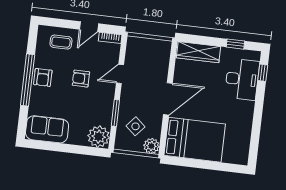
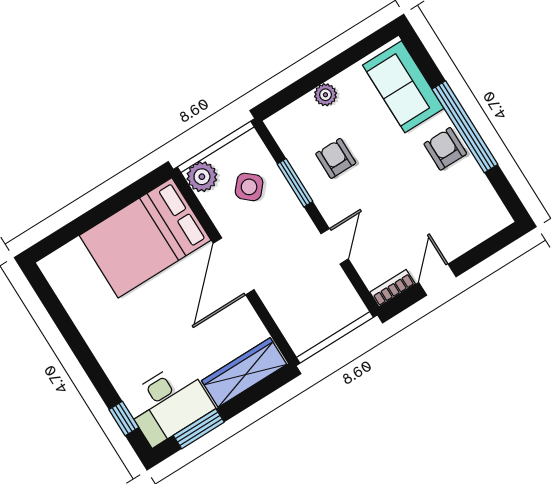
coffee table: (61, 42) -> (461, 223), removed
window: (235, 44) -> (199, 429), width x1.50
armchair: (81, 79) -> (336, 158), moved, turned -90
desk: (242, 79) -> (168, 403), moved, turned -90
sofa: (47, 129) -> (403, 87), moved, turned 90
plant: (99, 137) -> (325, 95), moved, width x0.53, depth x0.53

